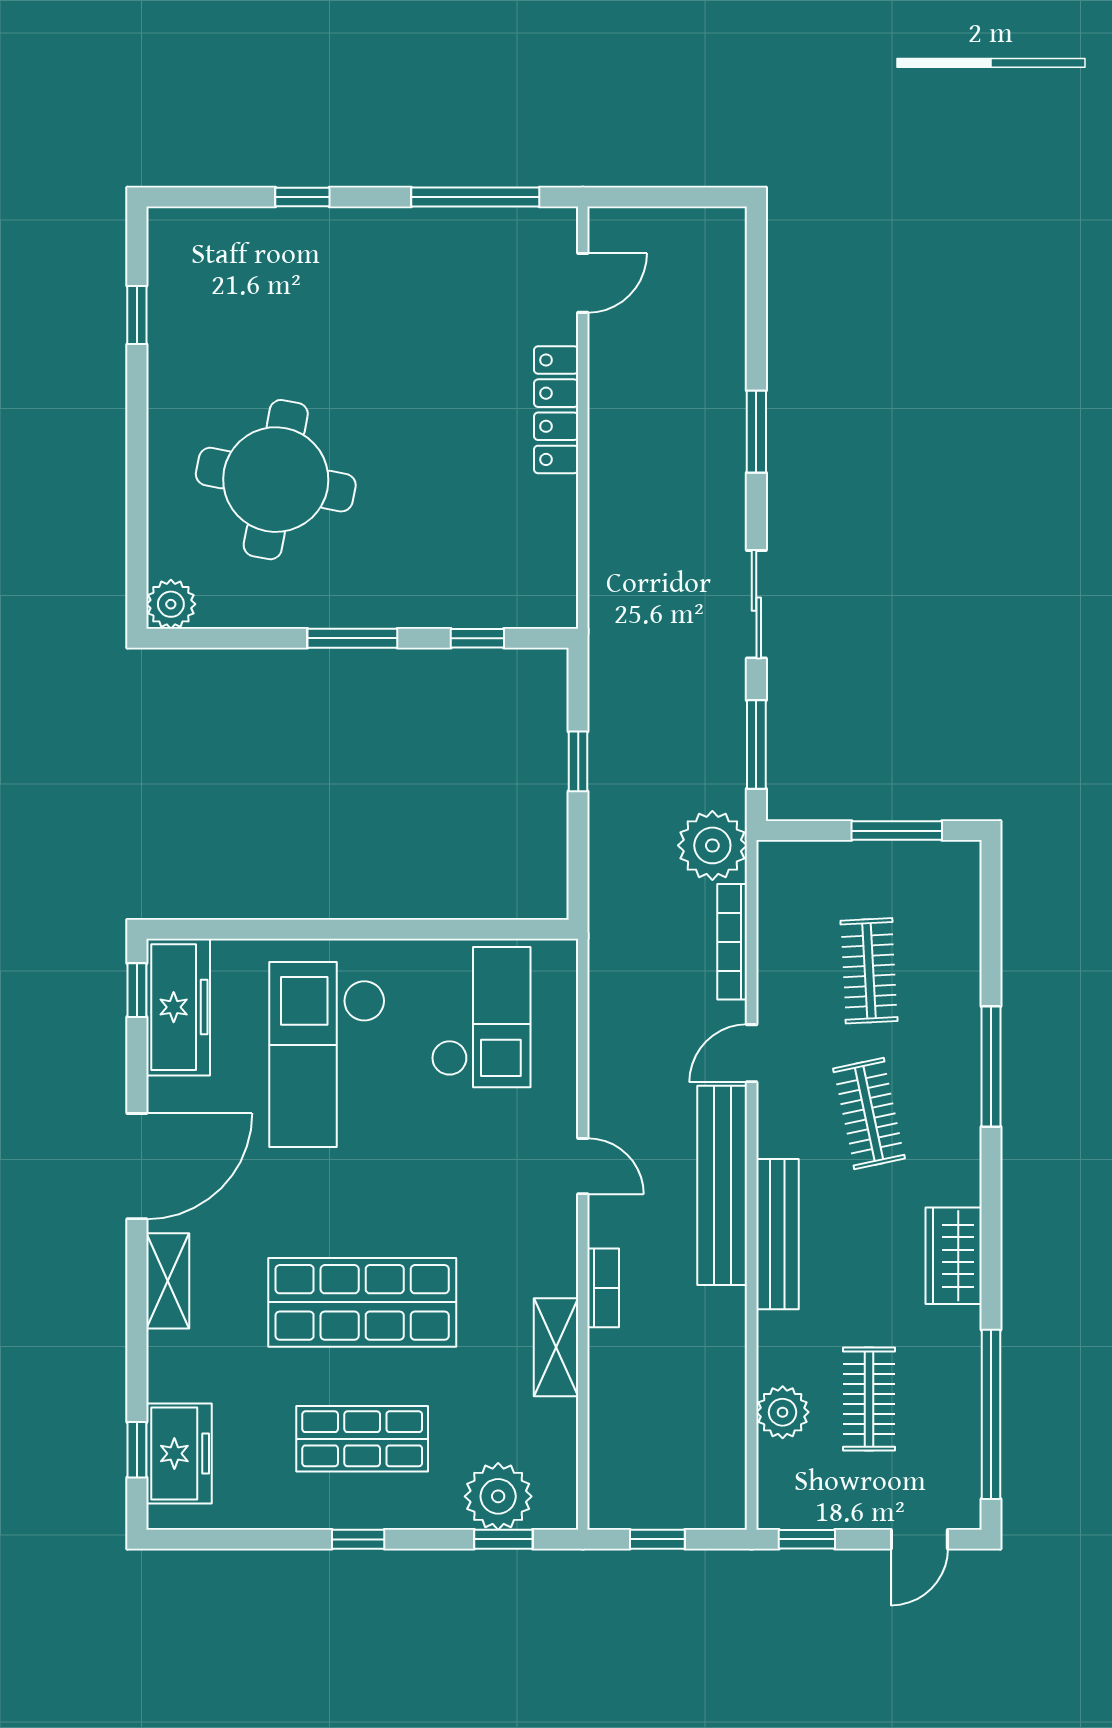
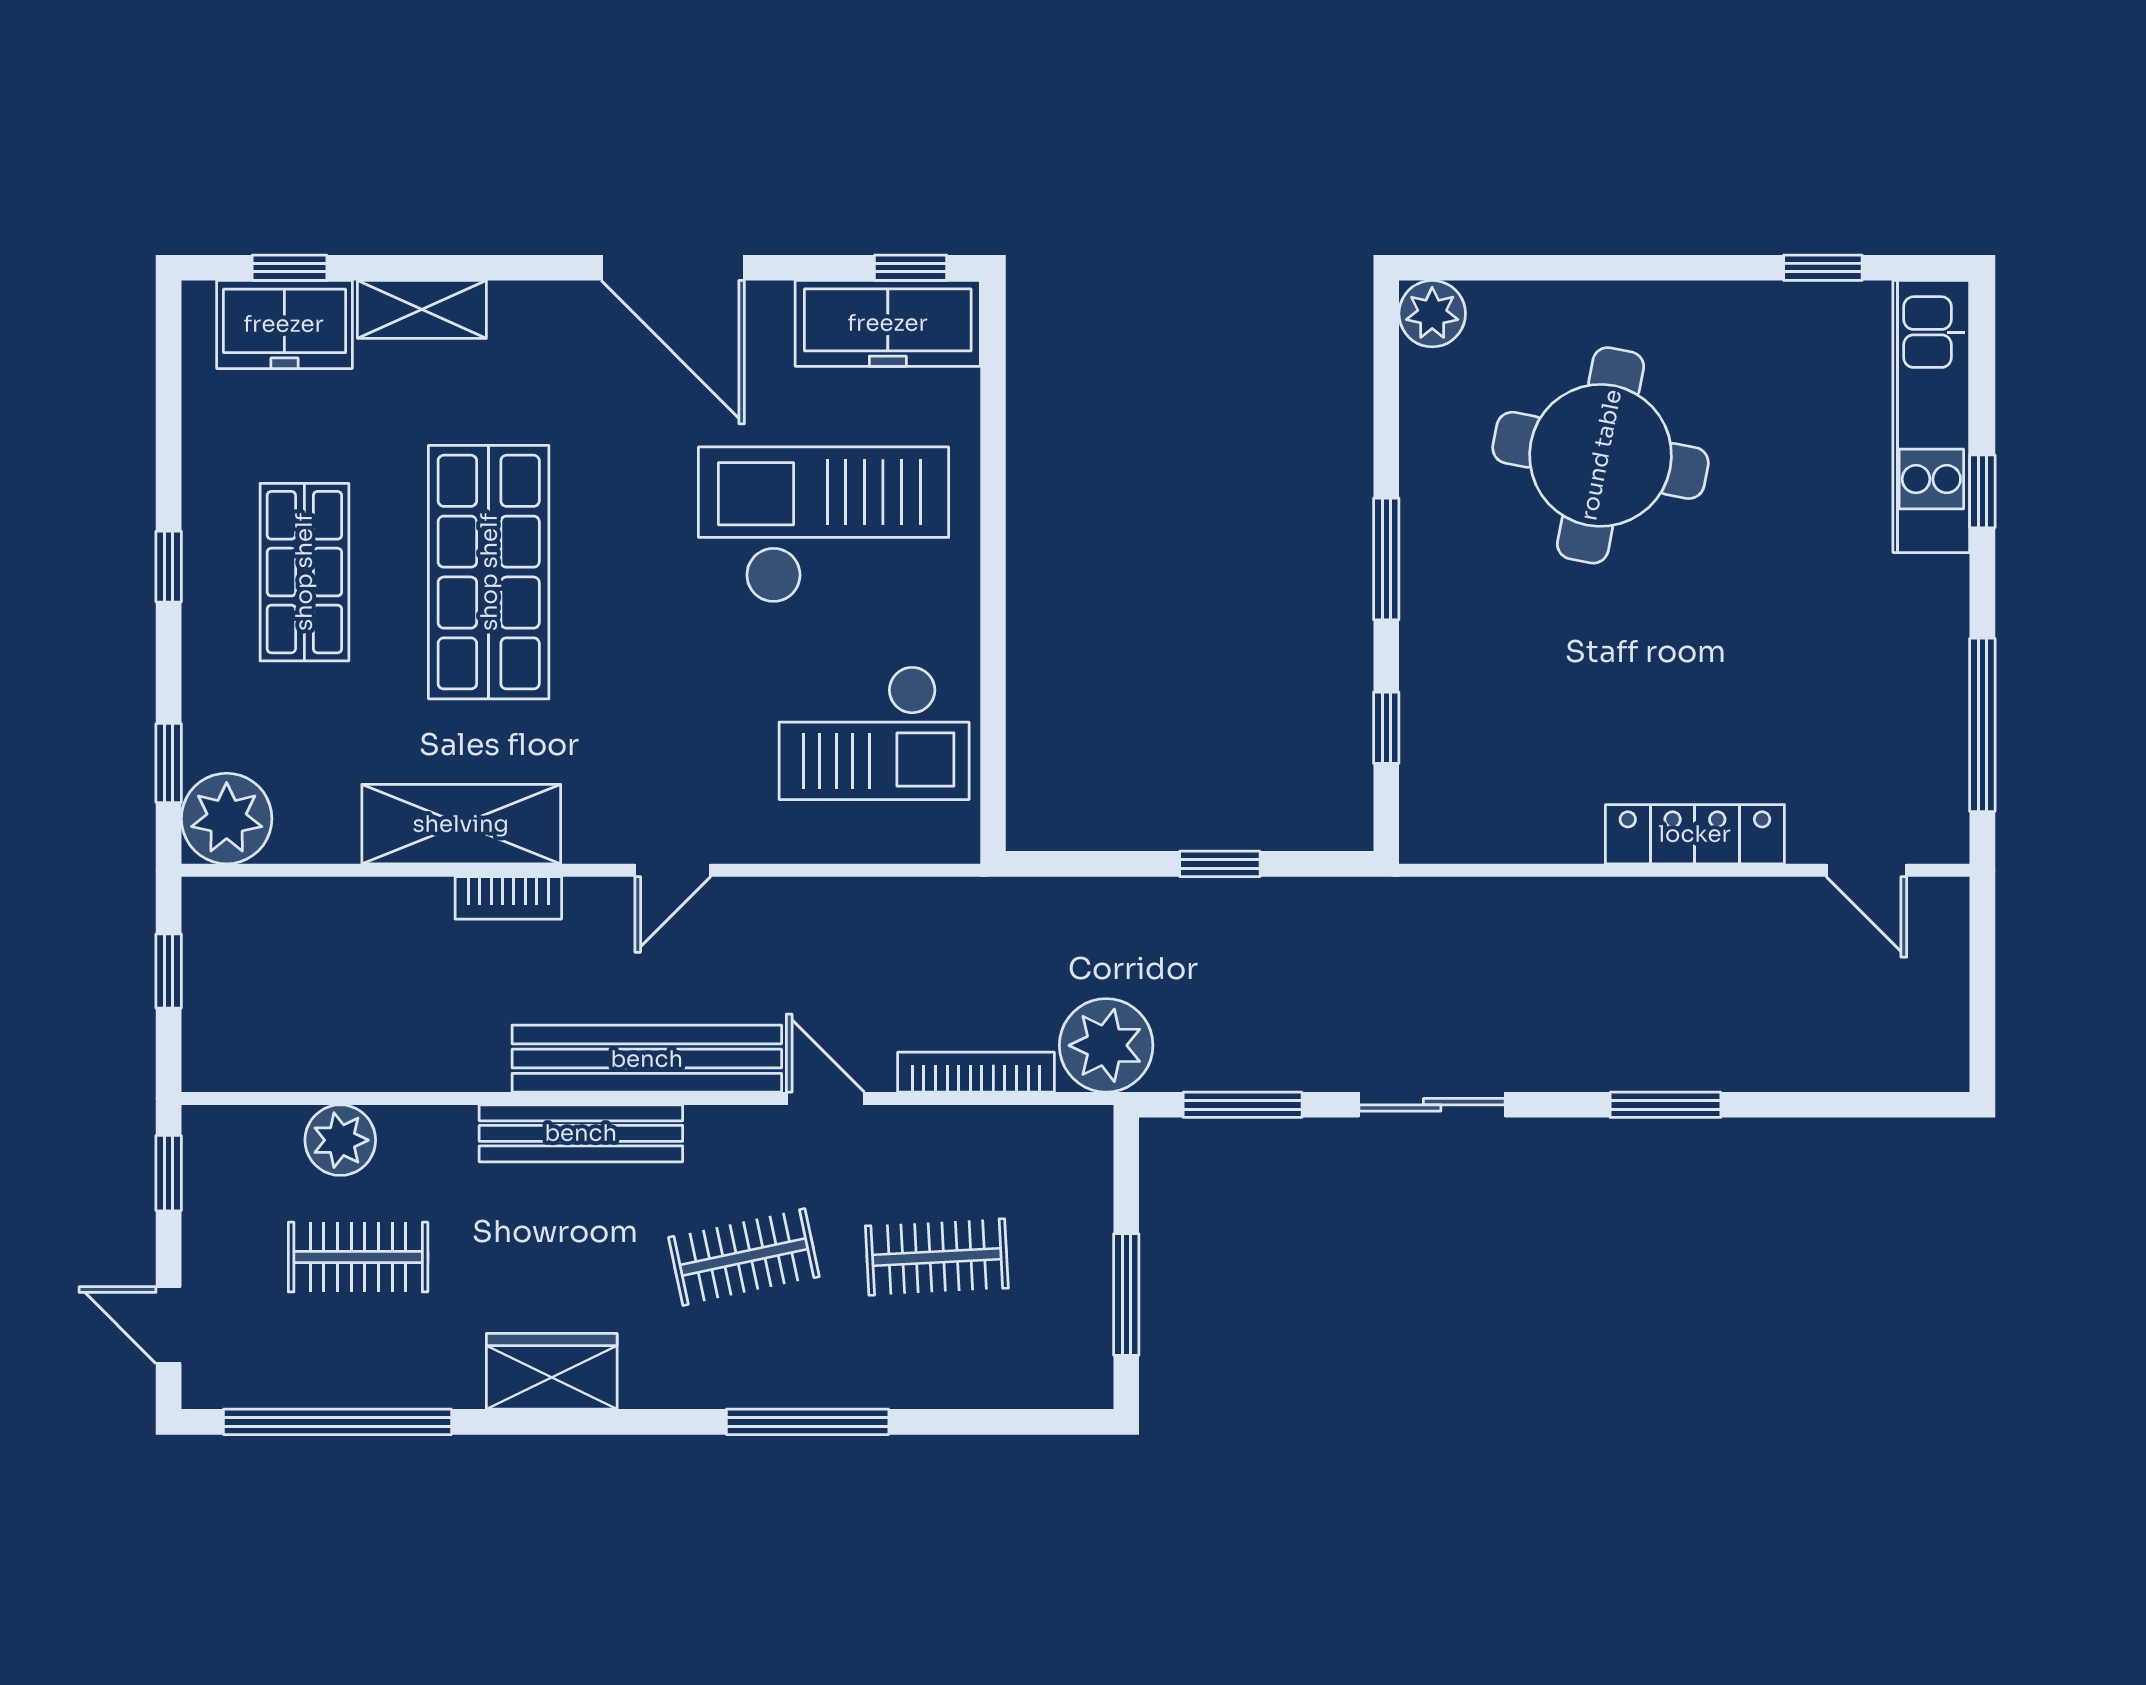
kitchen unit: (247, 235) -> (1931, 416), added
shelving: (168, 1281) -> (422, 309), moved
shelving: (556, 1347) -> (461, 824), width x1.50, depth x1.33
plant: (498, 1496) -> (227, 819), moved

